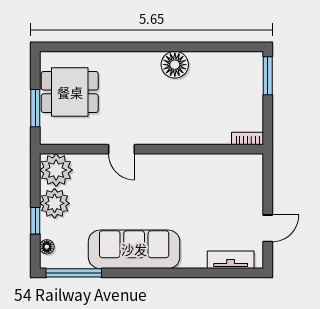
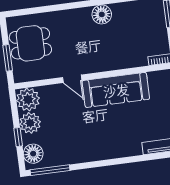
floor lamp: (47, 247) -> (33, 154), width x1.89, depth x1.89
sofa: (134, 249) -> (116, 90), moved, turned 180

